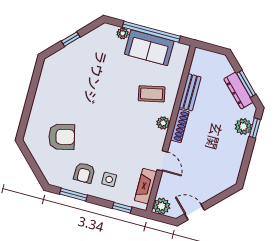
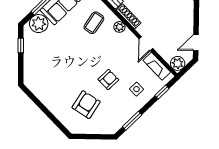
plant: (123, 33) -> (39, 24), width x1.88, depth x1.88
window: (71, 39) -> (21, 46), moved
door: (162, 161) -> (146, 44), swing flipped
armchair: (84, 173) -> (108, 80), moved, turned -90

